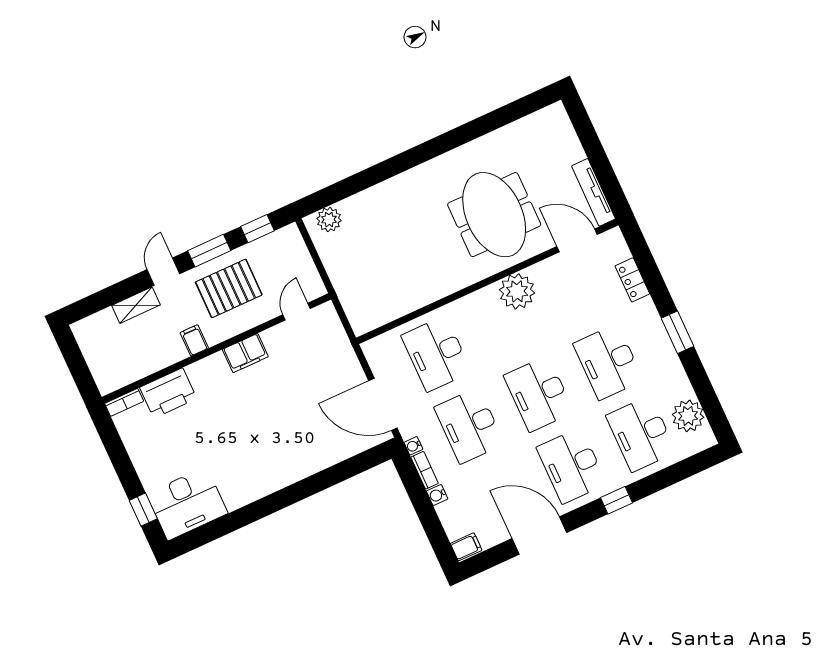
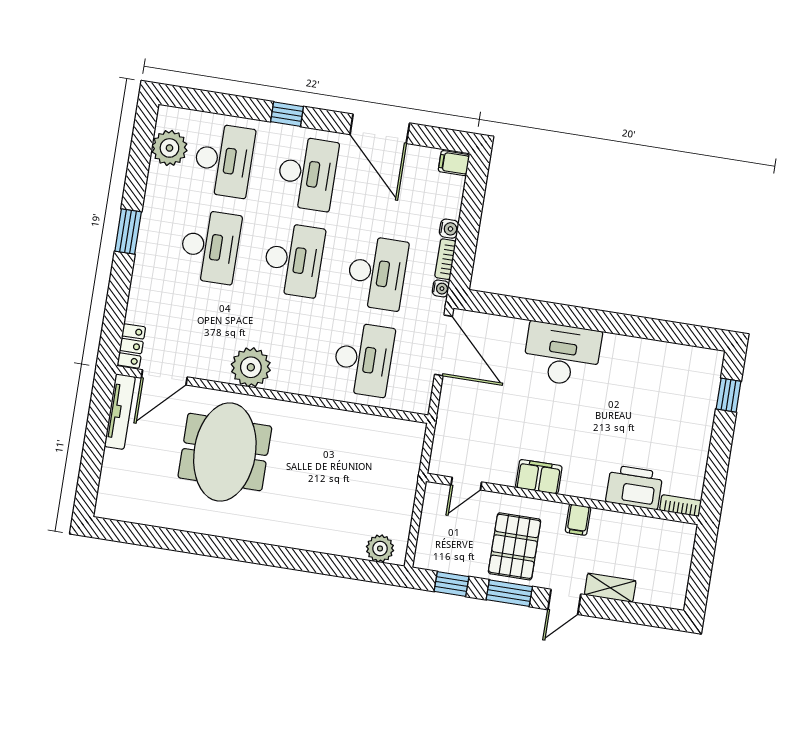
door: (577, 240) -> (164, 377), hinge flipped
locker: (632, 280) -> (131, 346), moved
pallet: (229, 288) -> (515, 546), turned 90
desk: (187, 504) -> (562, 354), moved

